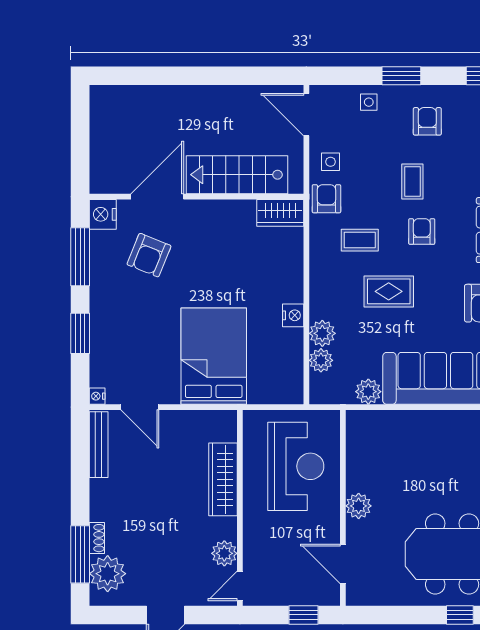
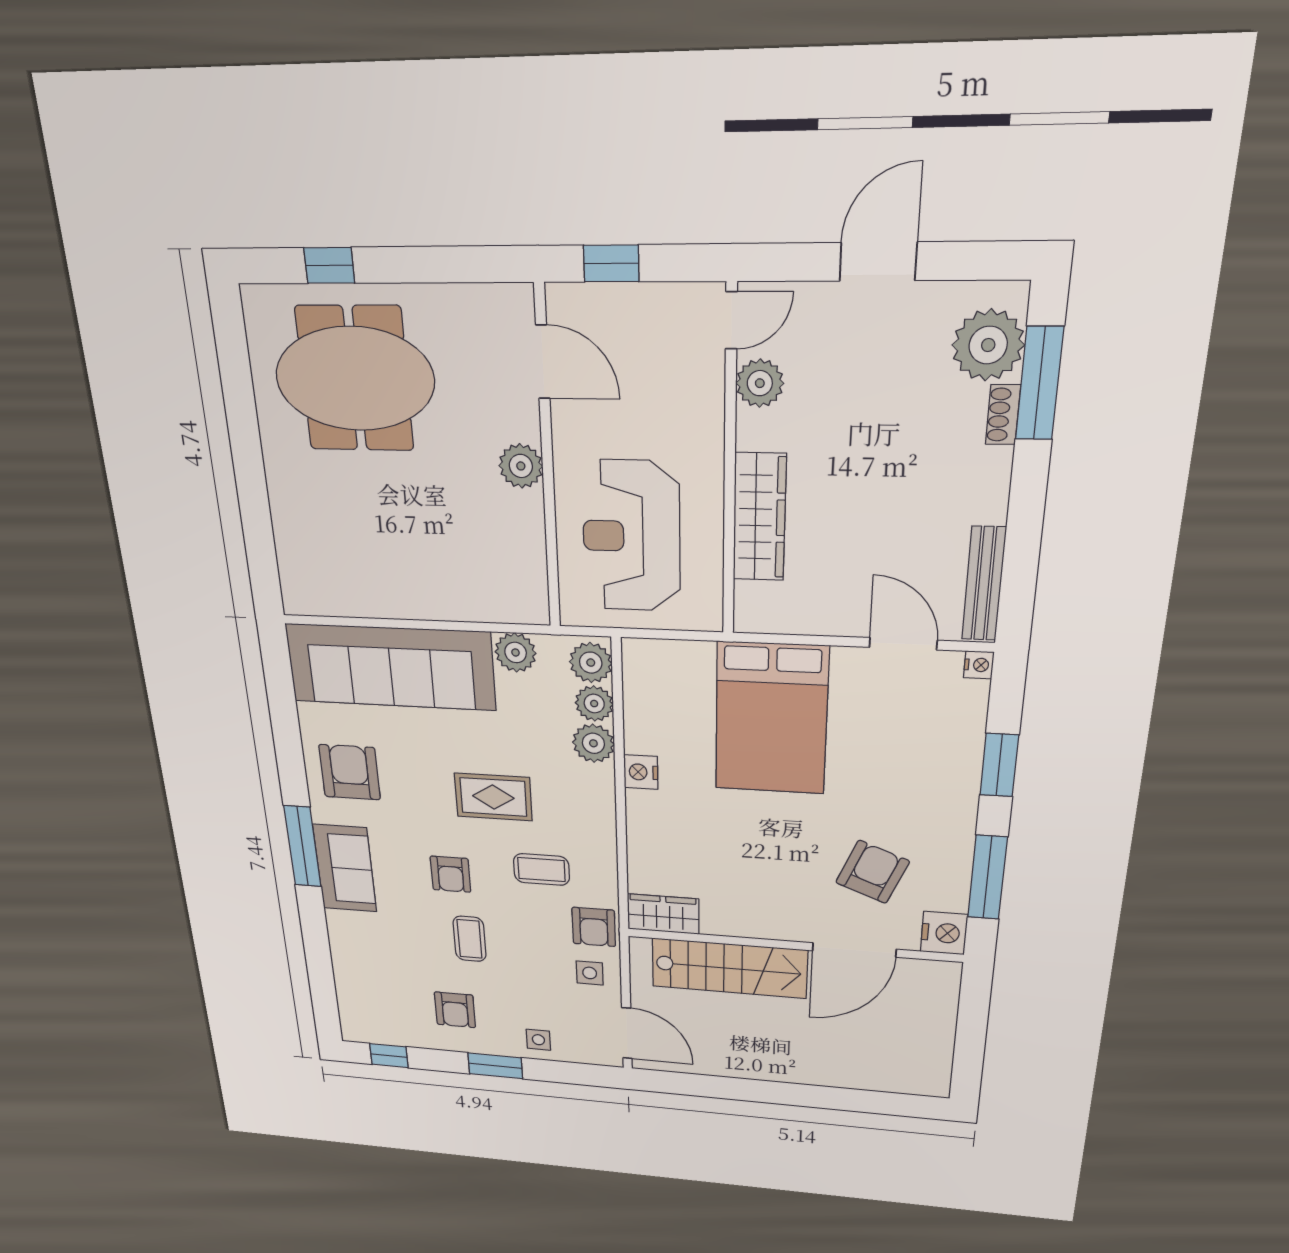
plant: (322, 387) -> (591, 663), added

